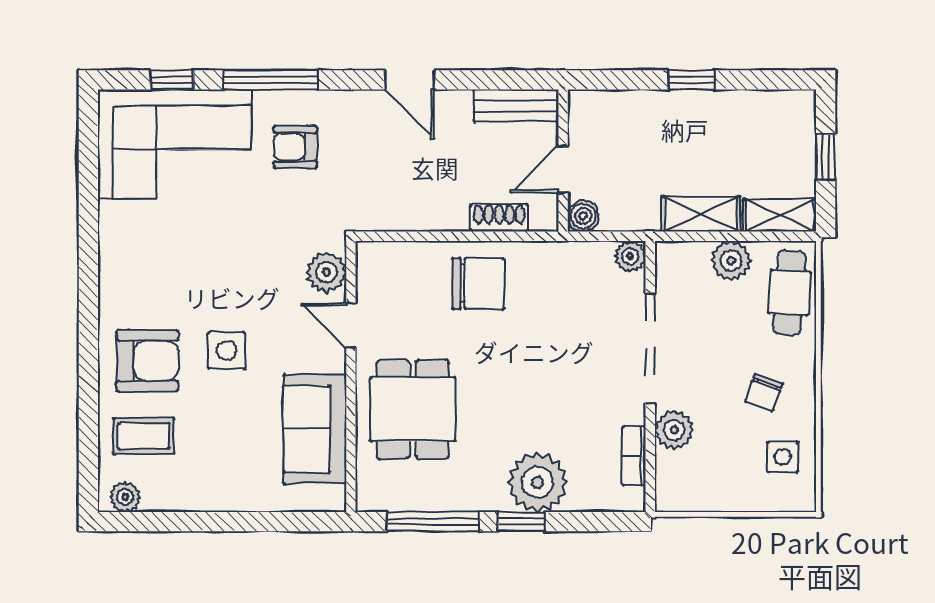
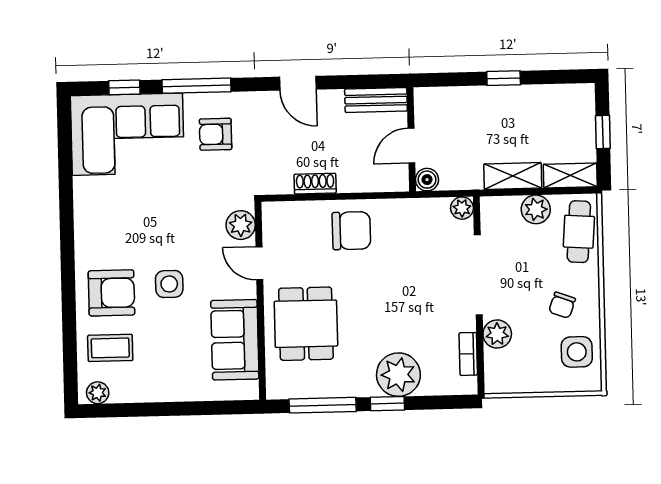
shoe rack: (499, 218) -> (315, 184), moved
side table: (783, 457) -> (577, 352), width x1.37, depth x1.37

